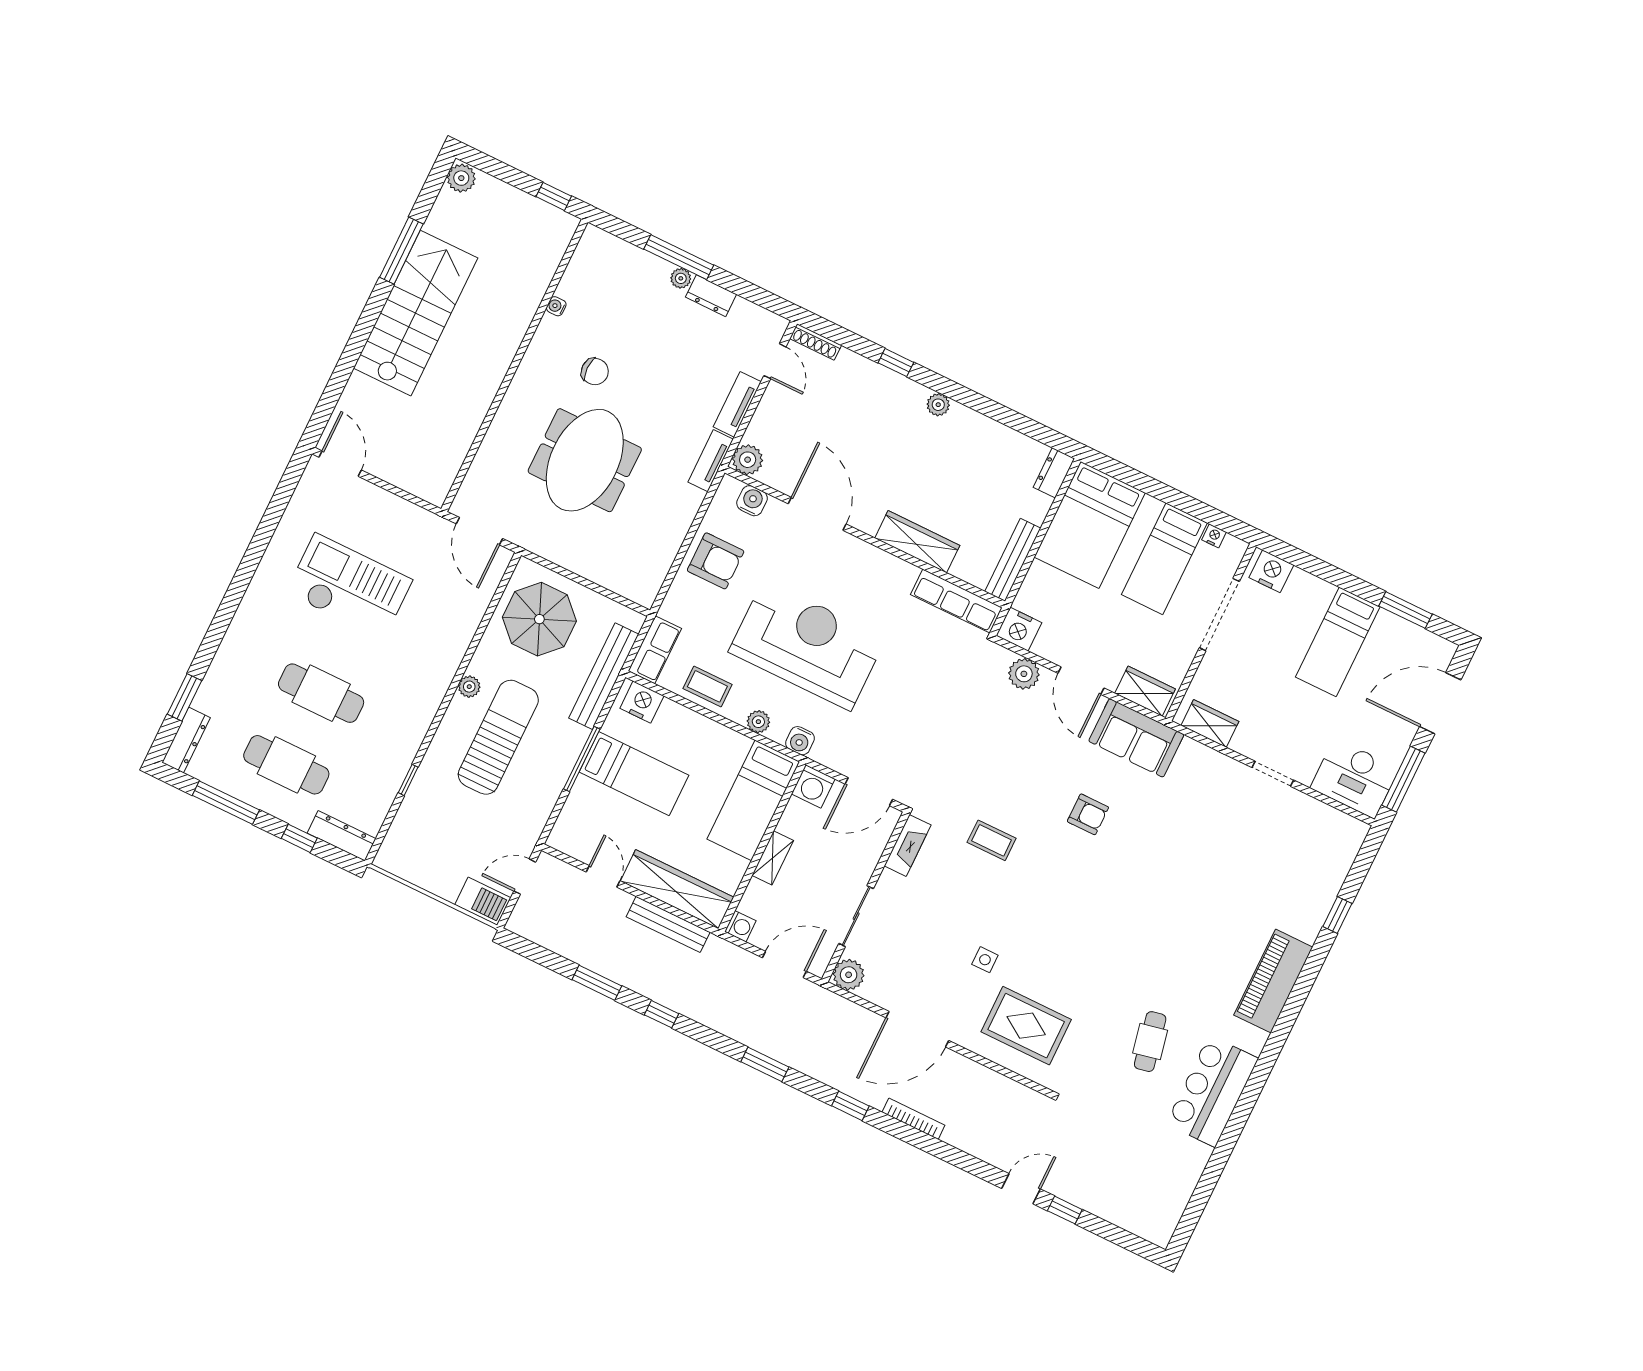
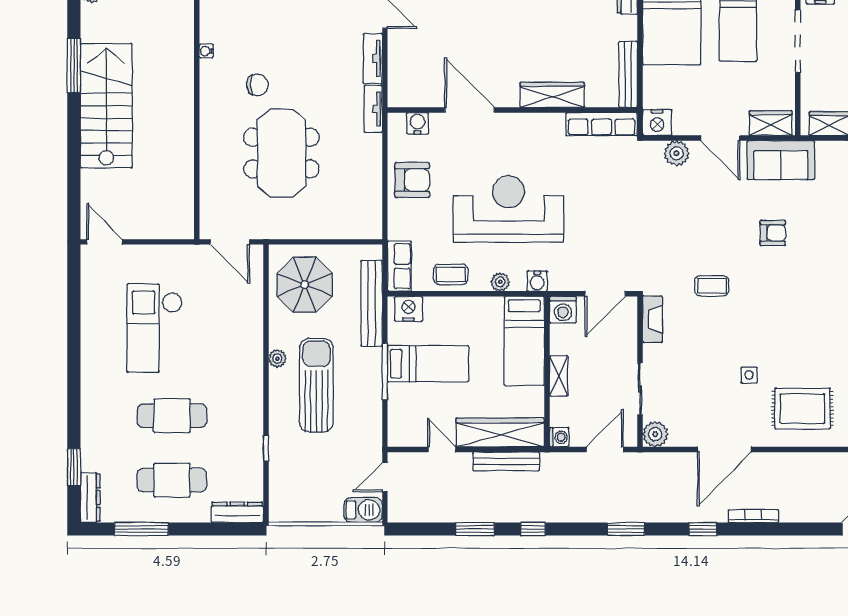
plant: (748, 460) -> (400, 95), removed
checkout: (349, 586) -> (155, 328), turned -90
window: (299, 838) -> (207, 529), removed

